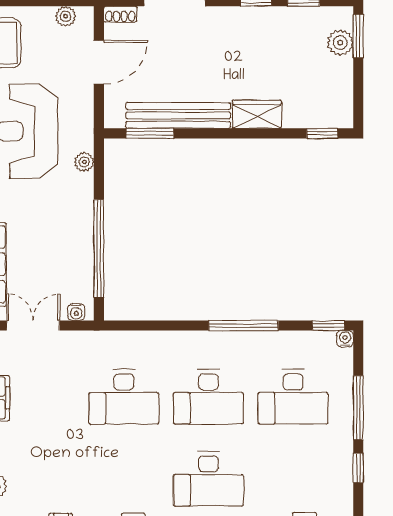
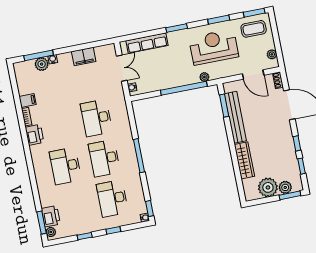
plant: (333, 78) -> (268, 187), added
wardrobe: (257, 114) -> (244, 160), width x1.50
window: (322, 133) -> (240, 187), removed
window: (99, 248) -> (184, 88), moved
window: (243, 325) -> (139, 156), moved
window: (358, 408) -> (113, 230), width x0.46

